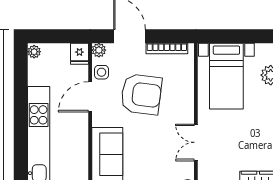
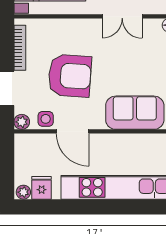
fridge: (79, 54) -> (42, 188), moved, turned -90
armchair: (141, 94) -> (70, 76), turned 87

